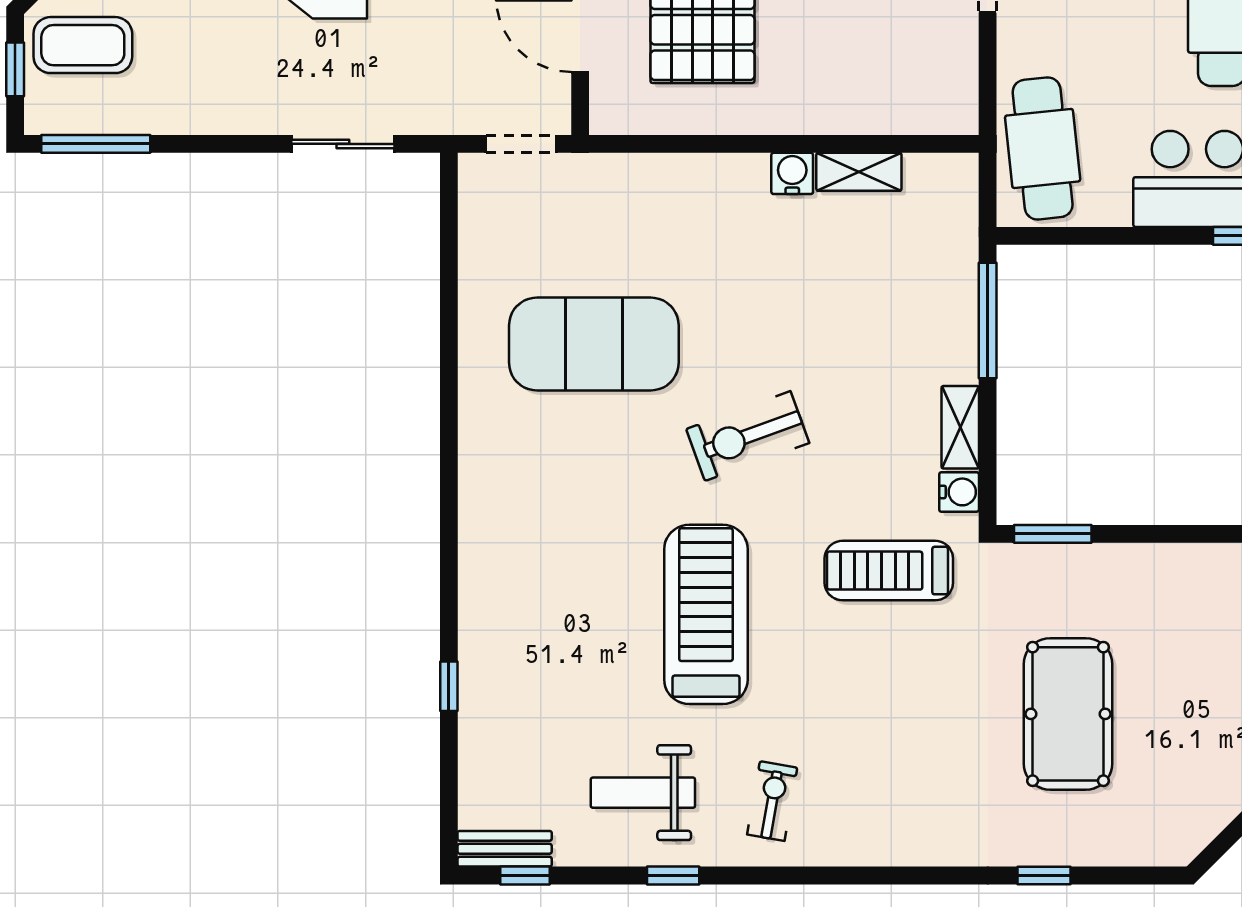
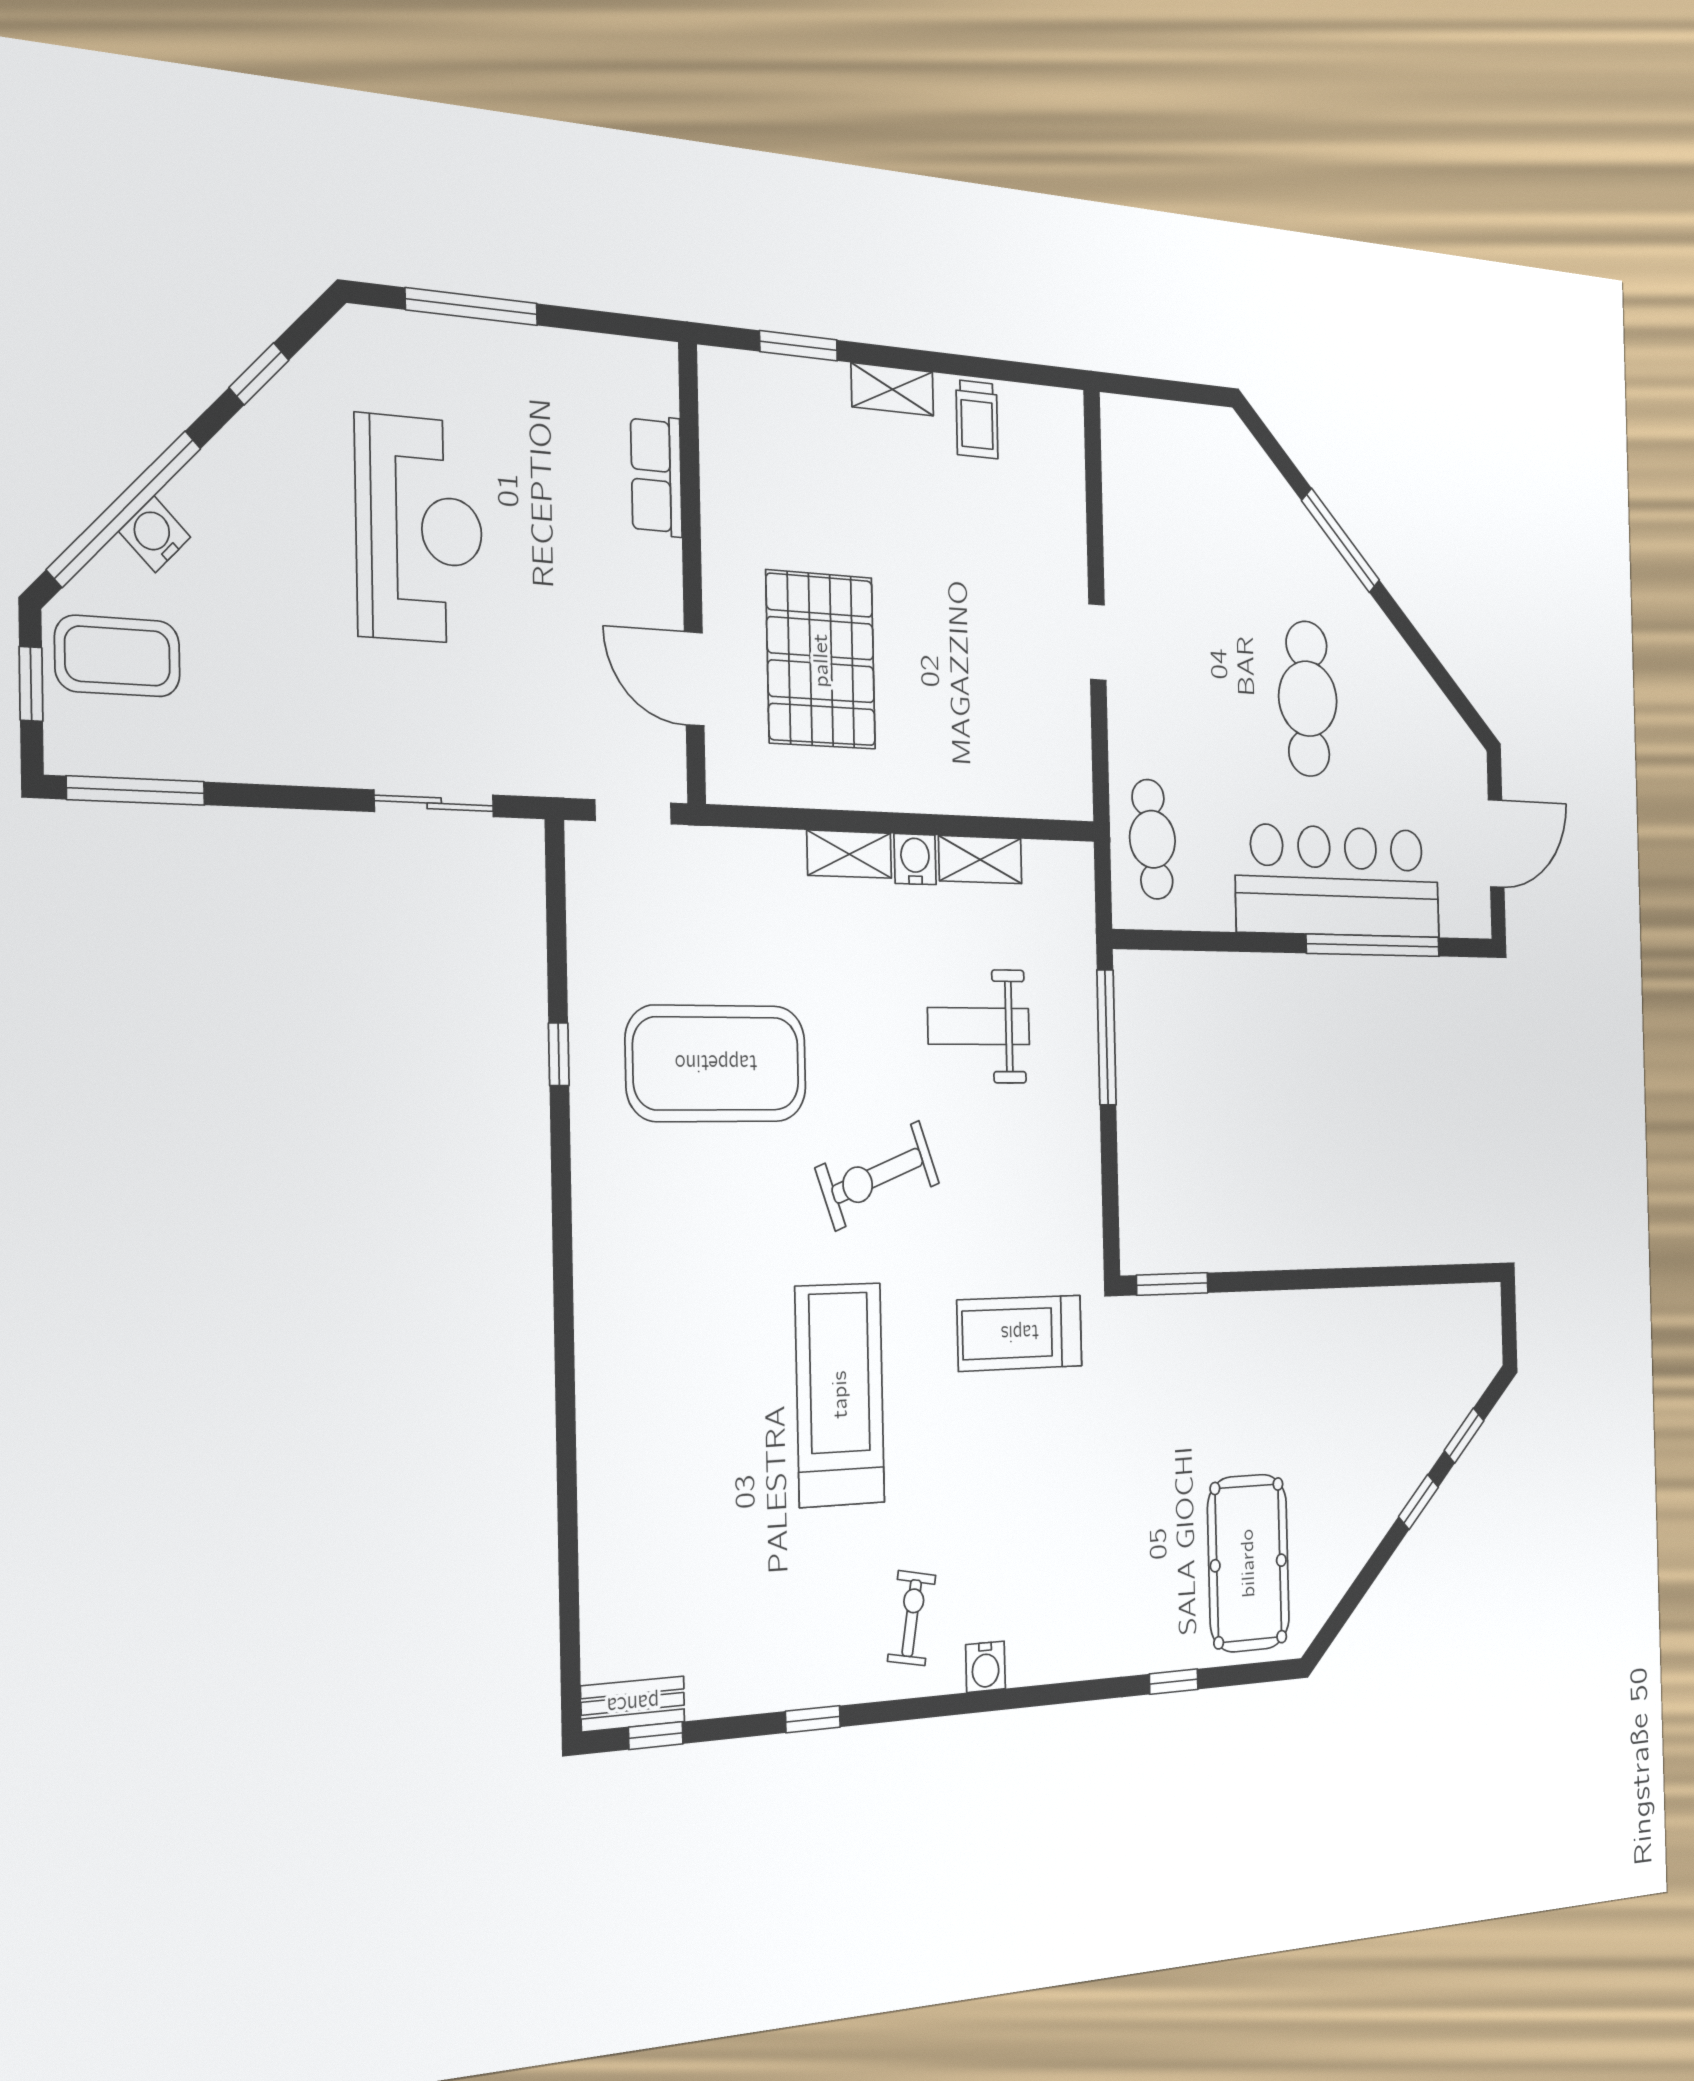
cafe table: (1043, 148) -> (1152, 839), width x0.73, depth x0.74
shelving: (960, 427) -> (849, 854), moved, turned 90
water cooler: (959, 492) -> (985, 1667), moved, turned 90
window: (449, 686) -> (559, 1054), moved
pool table: (1068, 714) -> (1248, 1563), moved
weight bench: (643, 793) -> (979, 1026), moved

